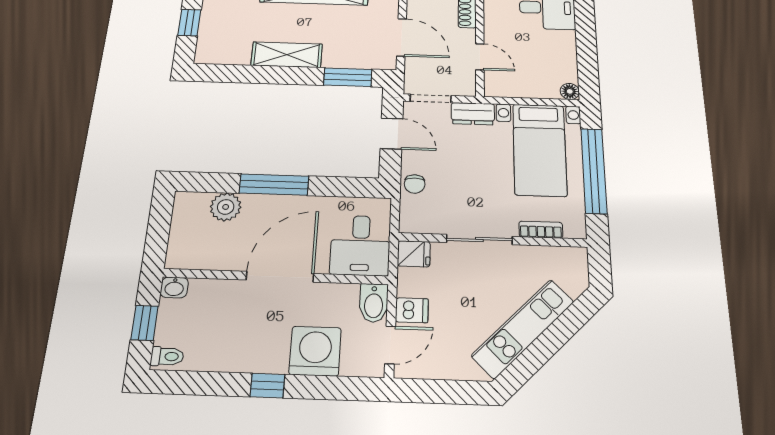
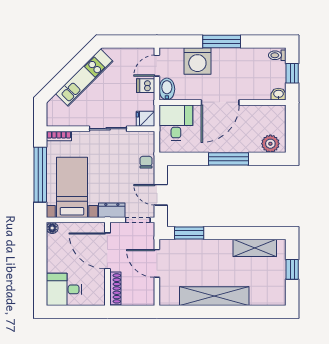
shelving: (287, 55) -> (255, 248), moved
door: (480, 57) -> (107, 251), width x1.87
plant: (226, 207) -> (270, 144), moved
bookcase: (541, 230) -> (59, 136), moved
window: (267, 386) -> (222, 41), width x2.17

